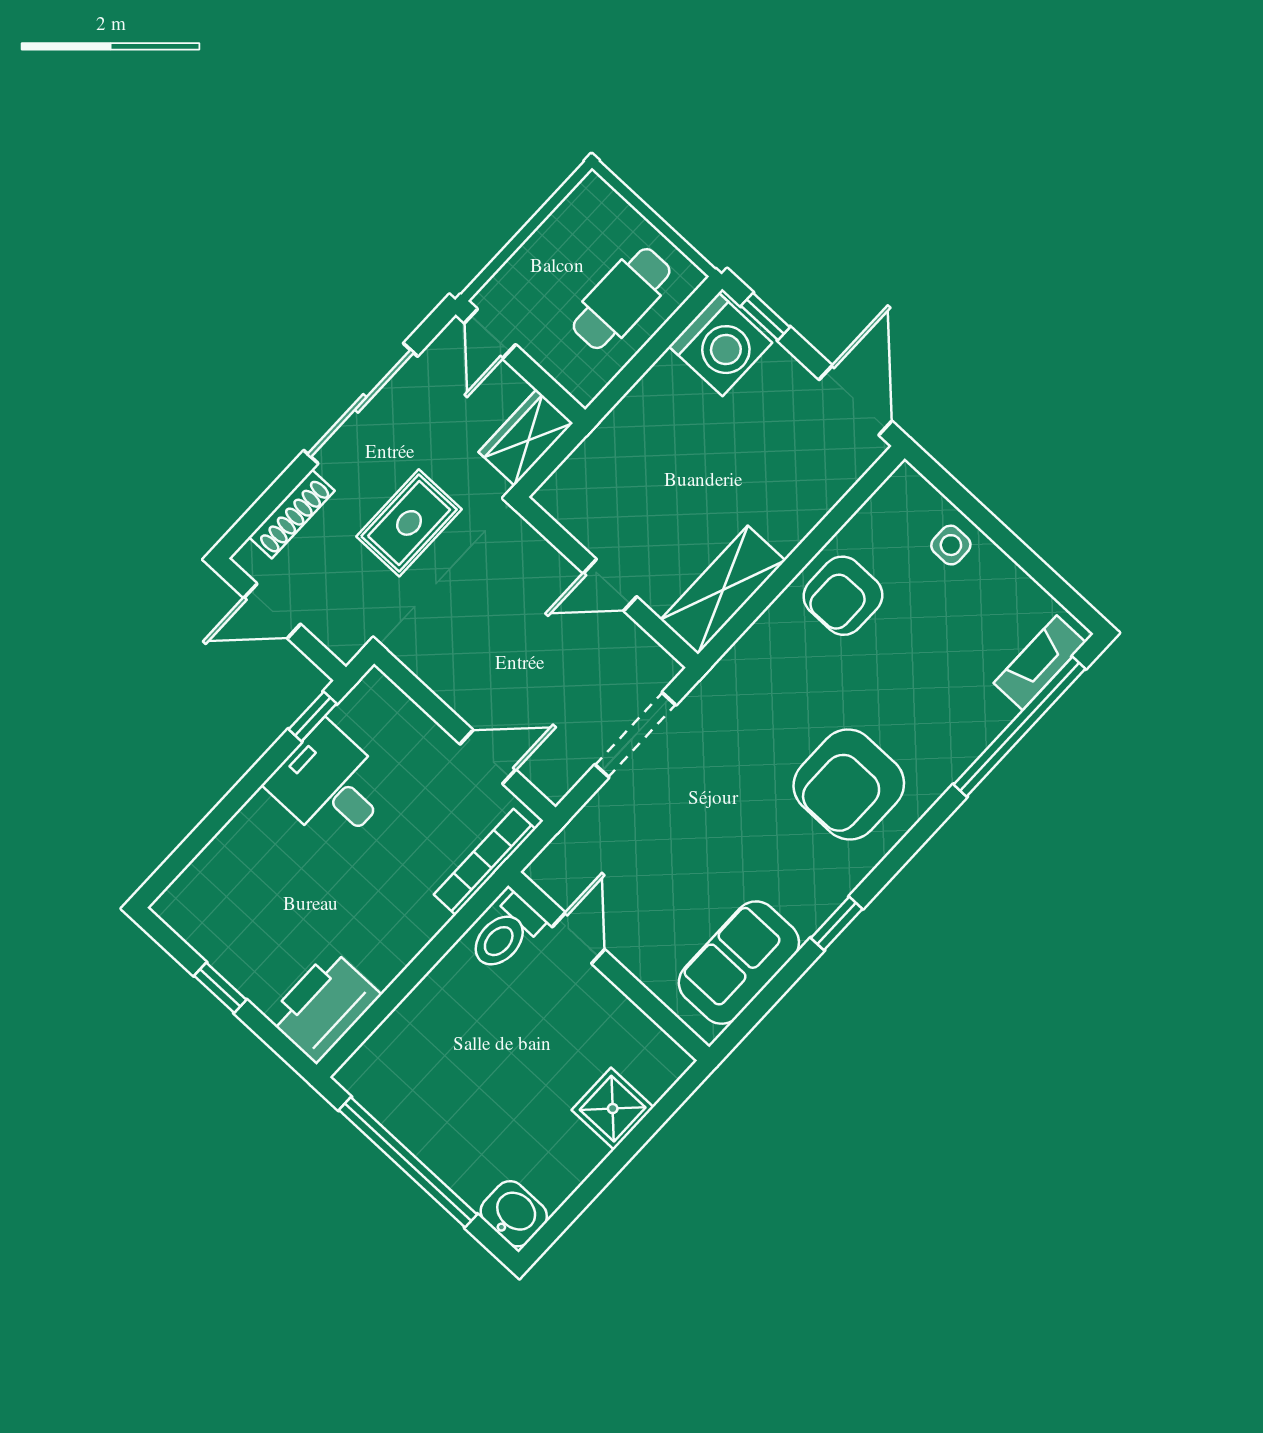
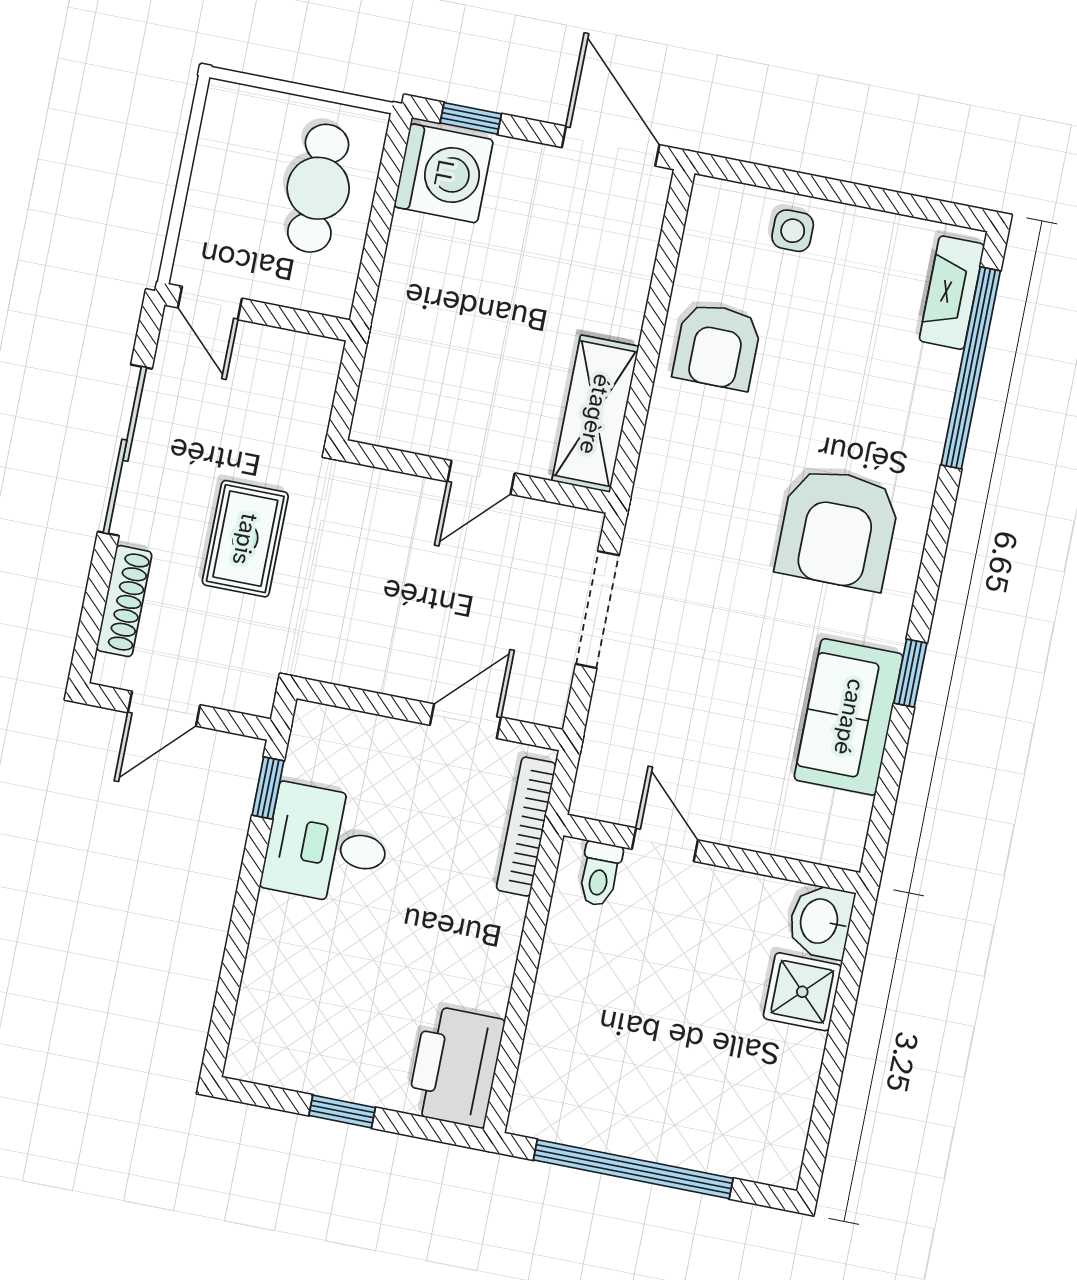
wardrobe: (526, 438) -> (308, 384), removed
toilet: (506, 933) -> (600, 874), width x0.73, depth x0.72
sofa: (739, 963) -> (849, 717), moved
washbasin: (514, 1214) -> (821, 921), moved, turned -90

